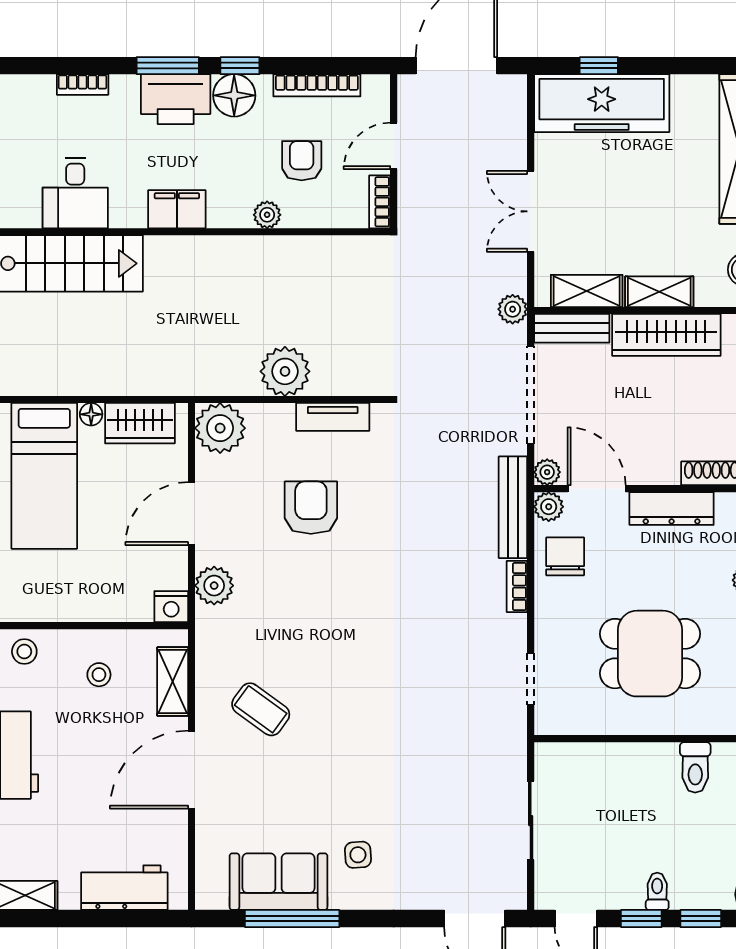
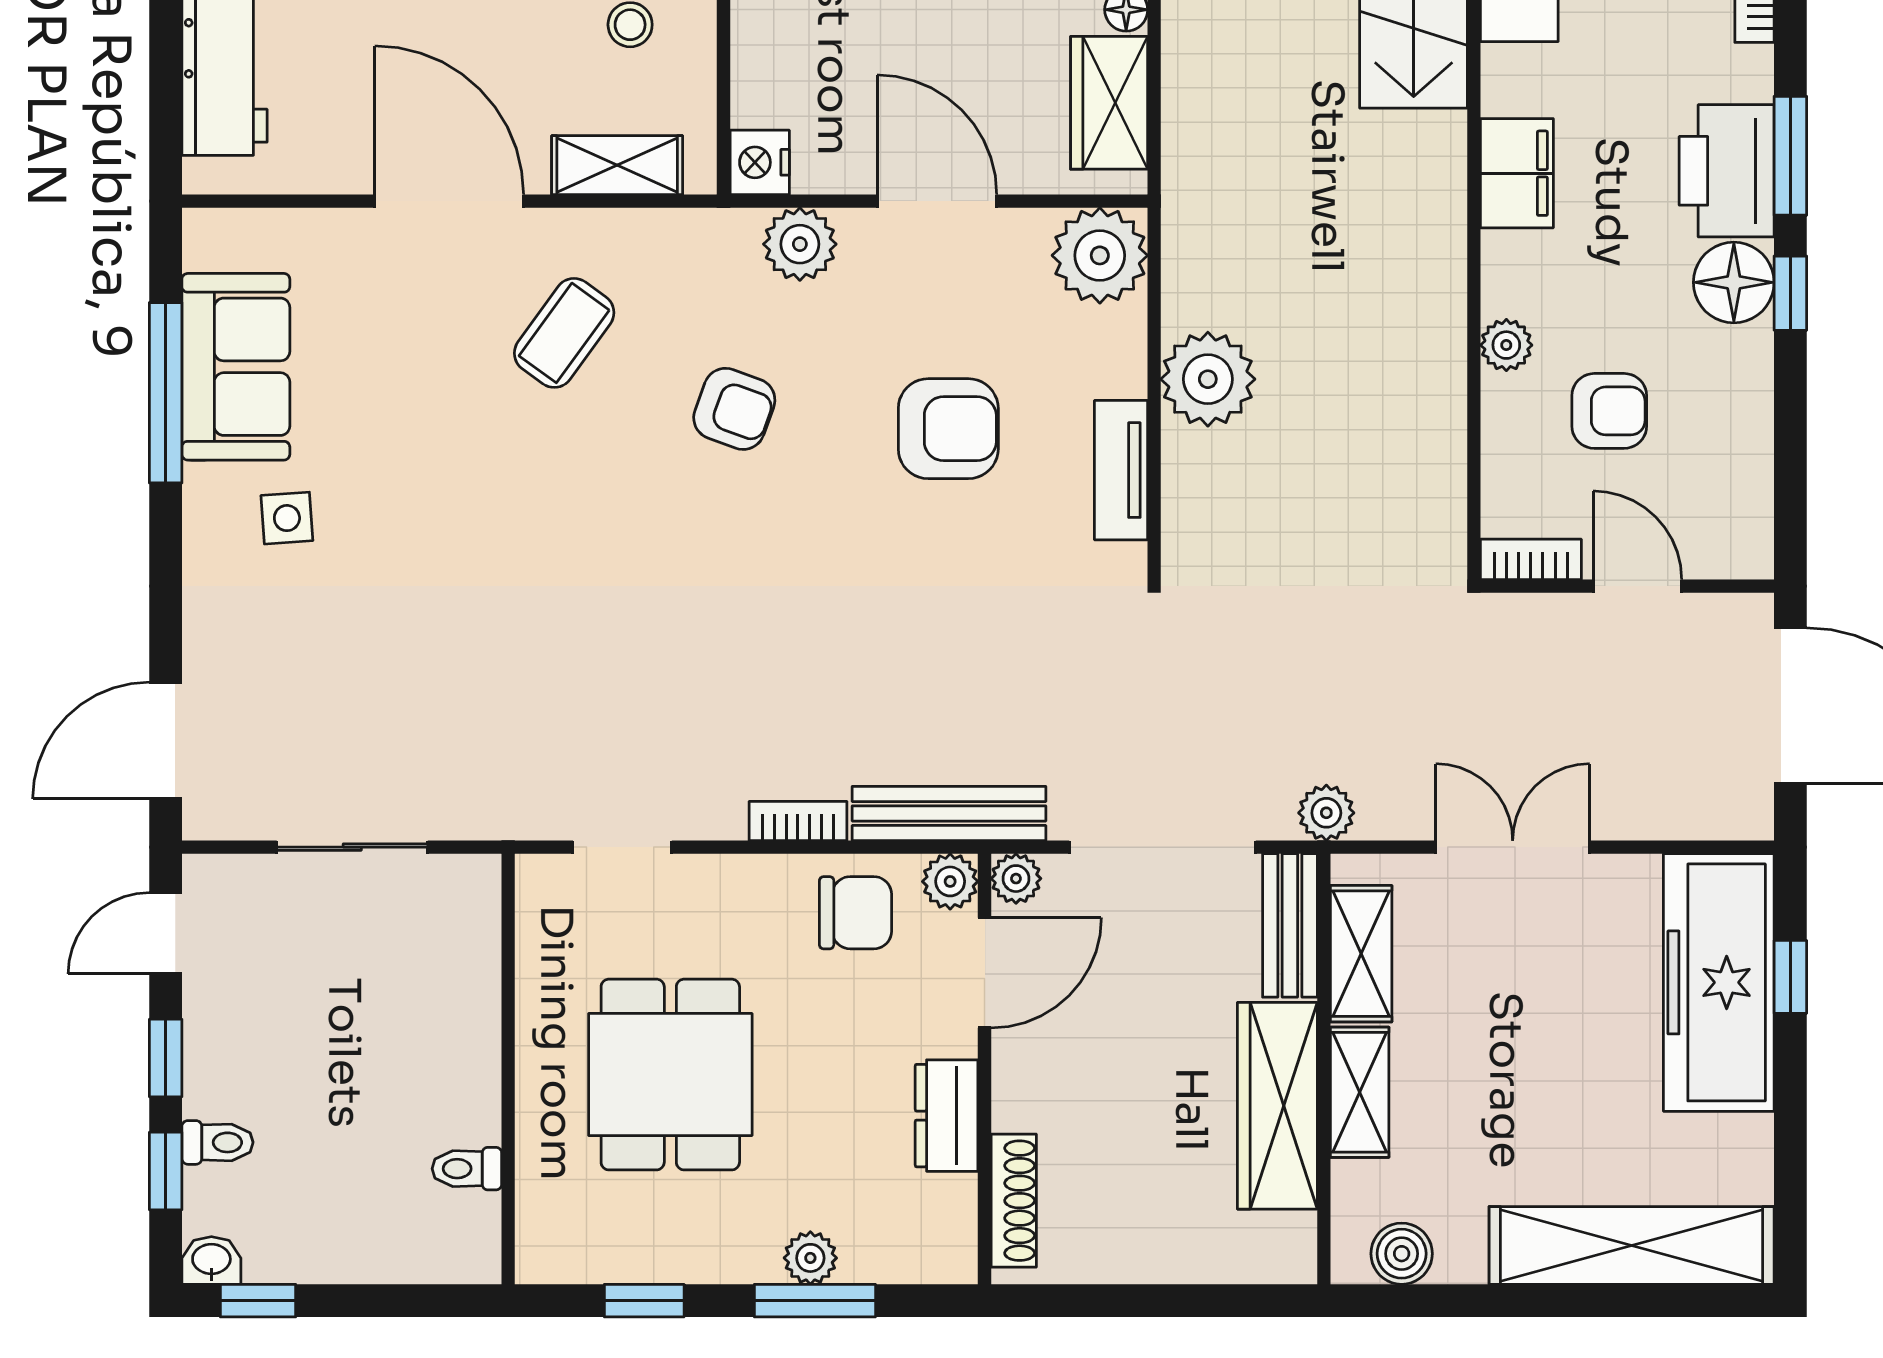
bookcase: (317, 85) -> (1753, 440), removed
dresser: (672, 509) -> (947, 1116), width x0.70
armchair: (301, 620) -> (734, 409), added
toilet: (695, 767) -> (467, 1169), width x0.73, depth x0.72
toilet: (657, 891) -> (217, 1142), moved

